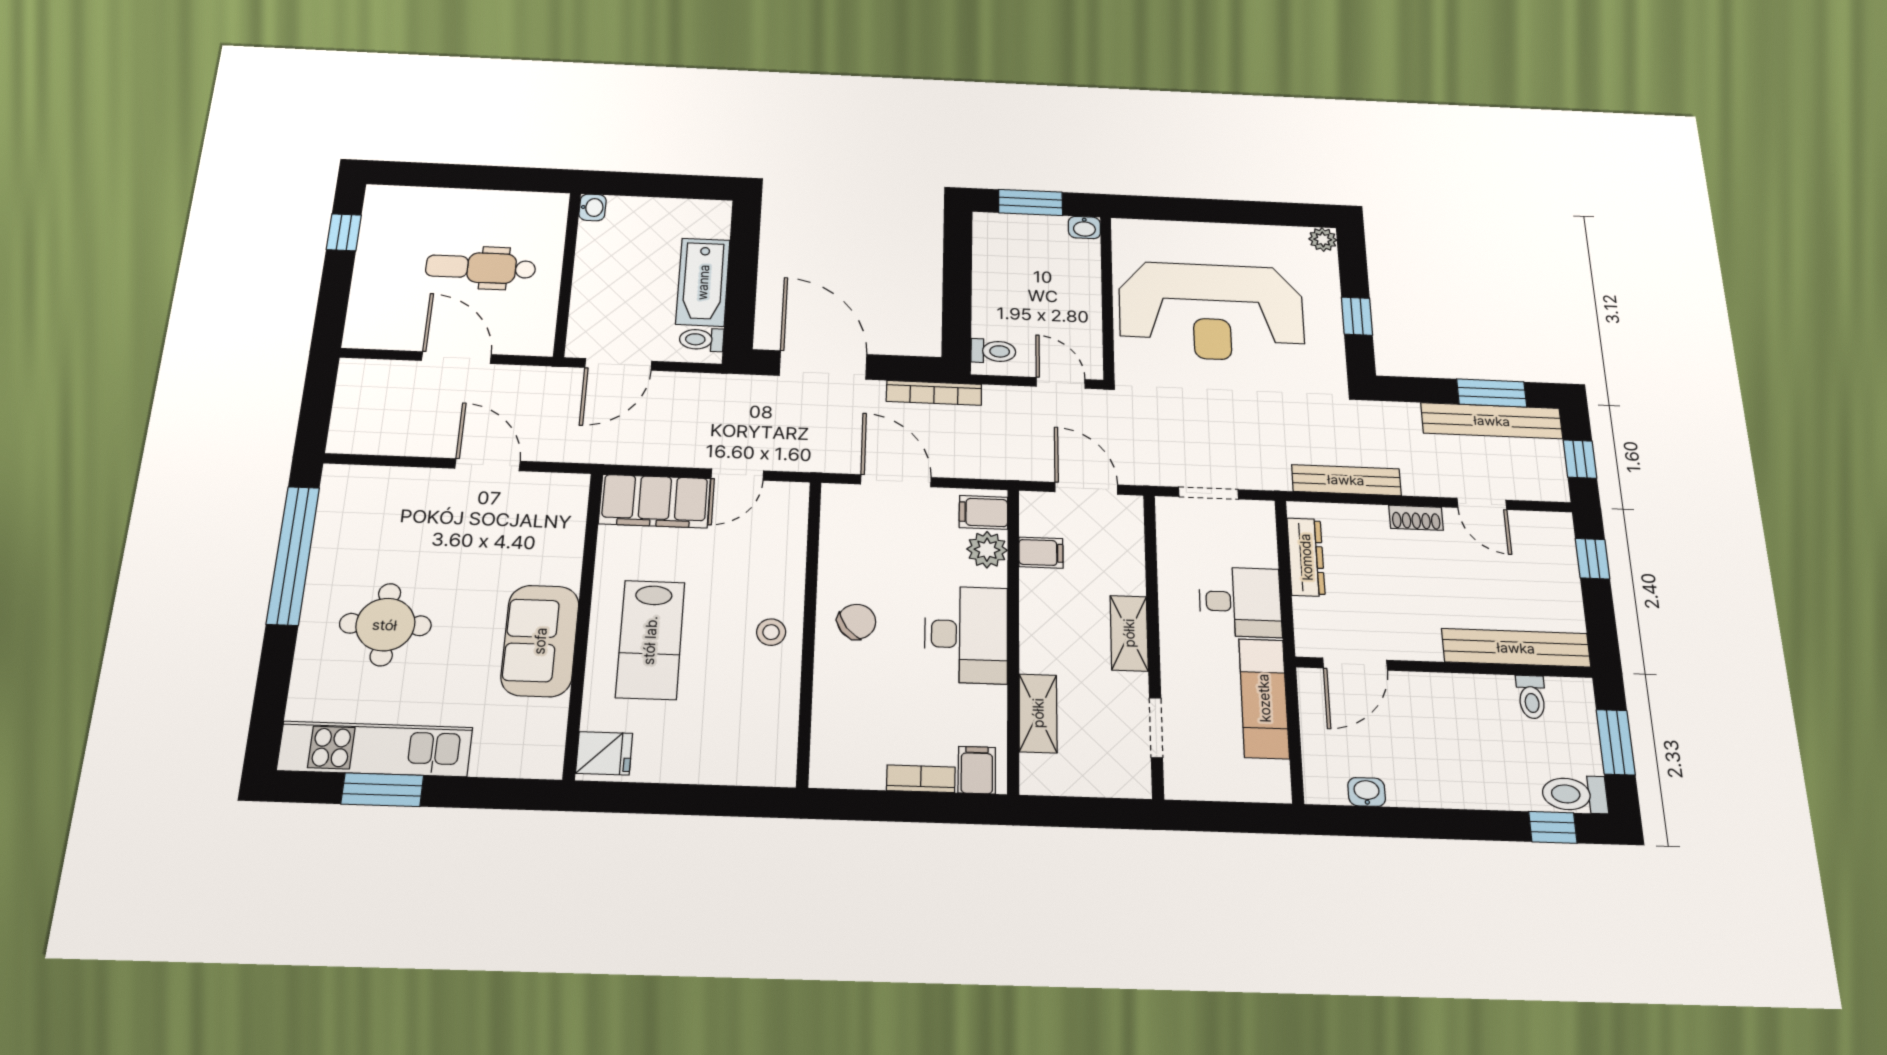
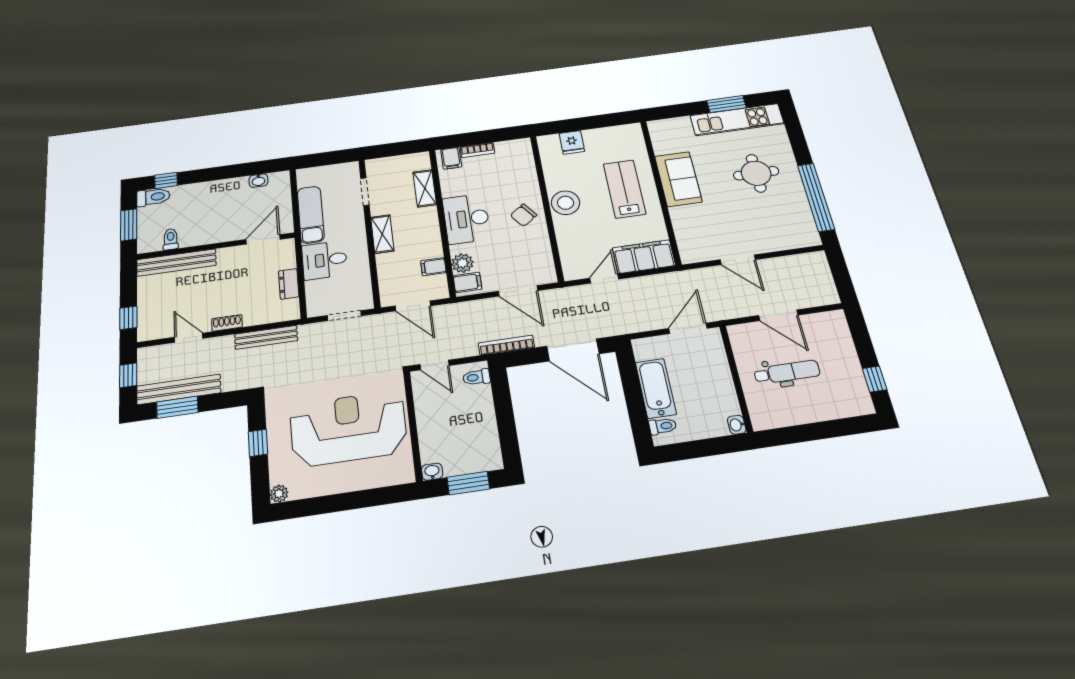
toilet: (701, 340) -> (663, 426), moved
dresser: (1306, 557) -> (289, 284), width x0.70
stool: (771, 632) -> (566, 203), width x1.89, depth x1.89
fridge: (604, 753) -> (572, 142), moved, turned -90

